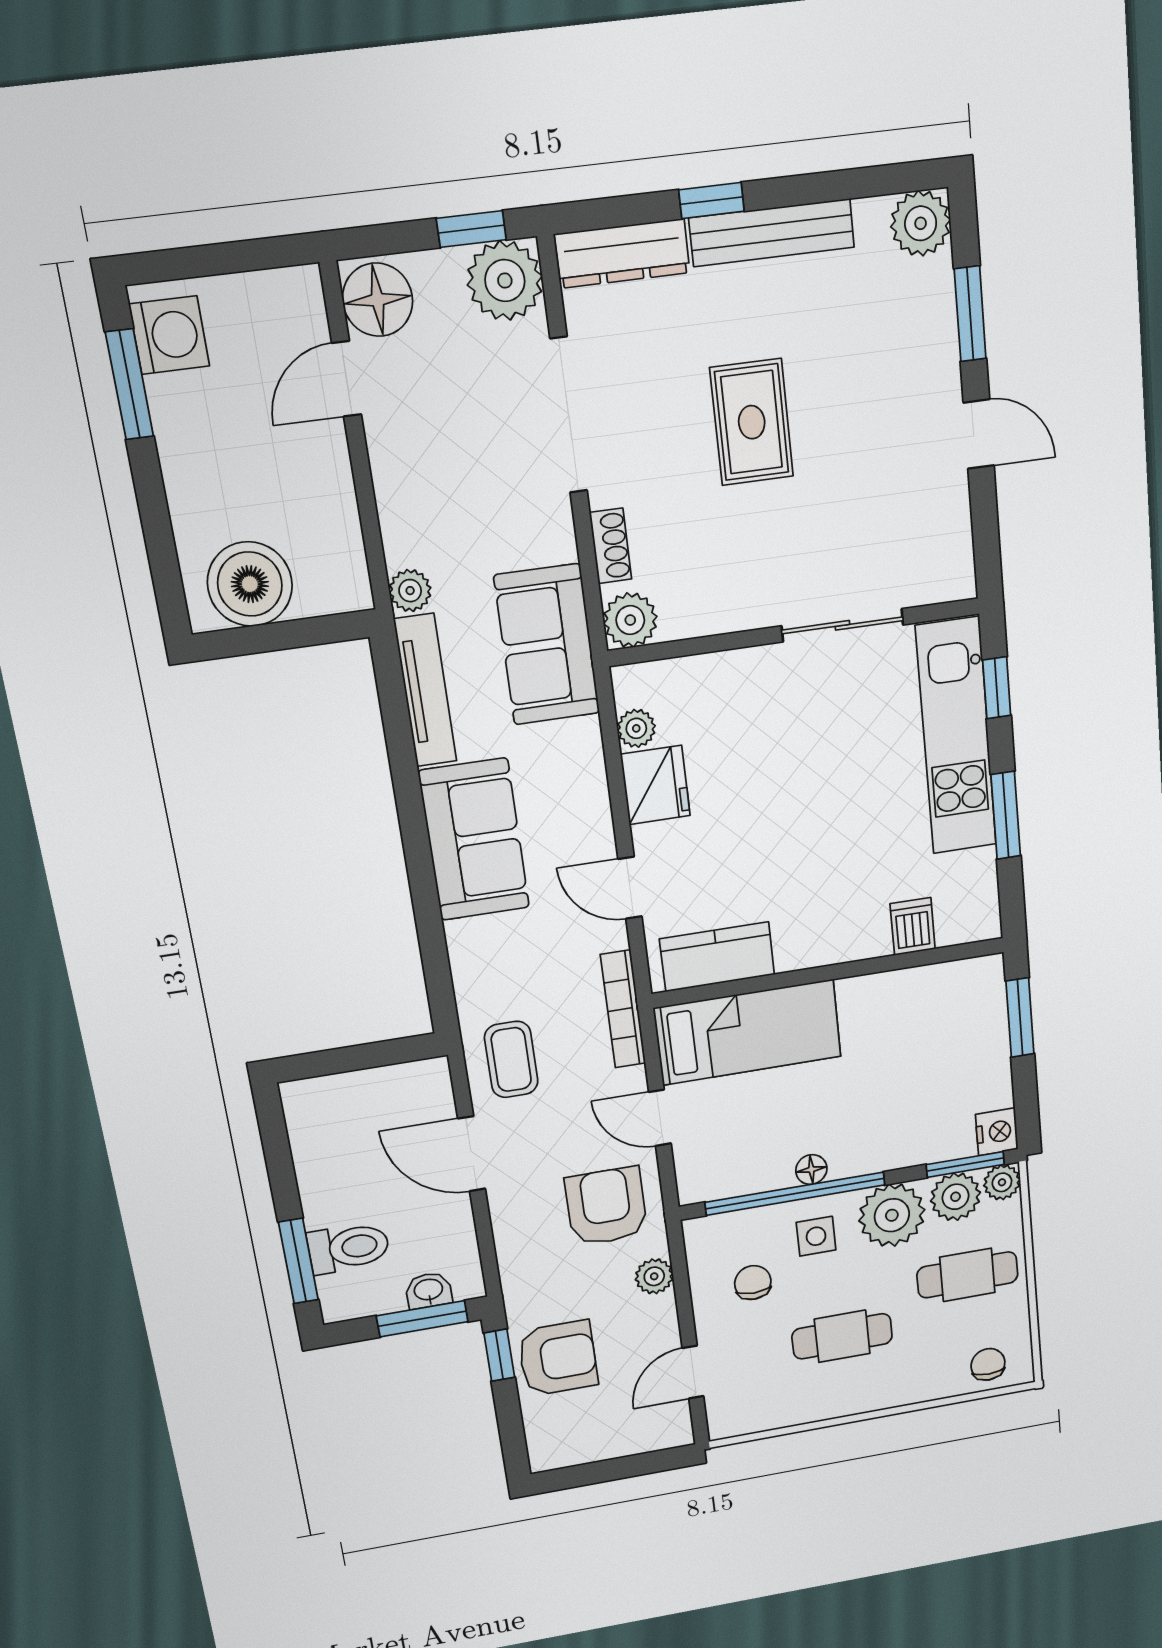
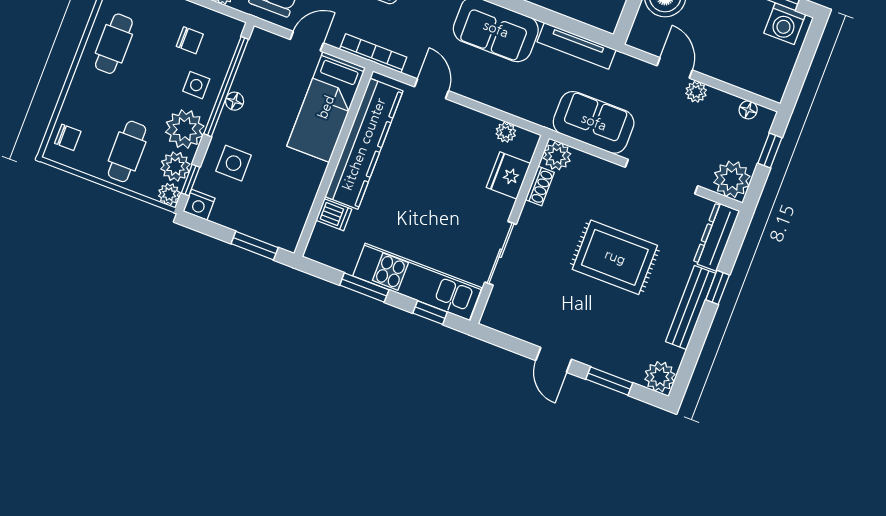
window: (471, 229) -> (770, 150), moved
floor lamp: (378, 300) -> (748, 110), width x0.53, depth x0.53
door: (347, 379) -> (675, 68), moved
rug: (752, 422) -> (615, 257), width x1.36, depth x1.43
door: (979, 434) -> (554, 360), hinge flipped
shoe rack: (611, 546) -> (540, 186), moved, turned -90
plant: (410, 591) -> (696, 92), moved
sofa: (547, 645) -> (594, 122), moved
fridge: (655, 785) -> (508, 175), moved, turned 90
door: (630, 888) -> (431, 89), hinge flipped
kitchen counter: (717, 957) -> (364, 144), width x2.08, depth x1.17
side table: (908, 1118) -> (234, 163), added
window: (965, 1165) -> (190, 180), width x0.67
cafe table: (842, 1336) -> (114, 44), moved

